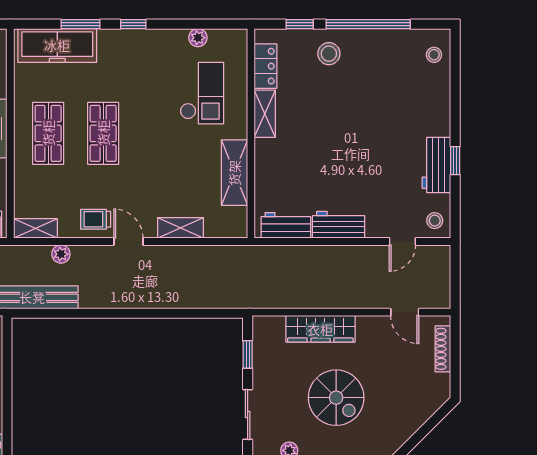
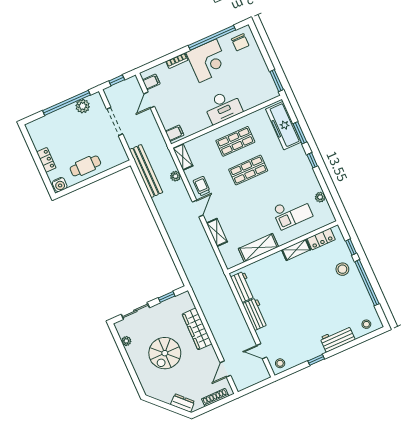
workbench: (436, 165) -> (337, 339), moved
dresser: (429, 405) -> (183, 403), added

